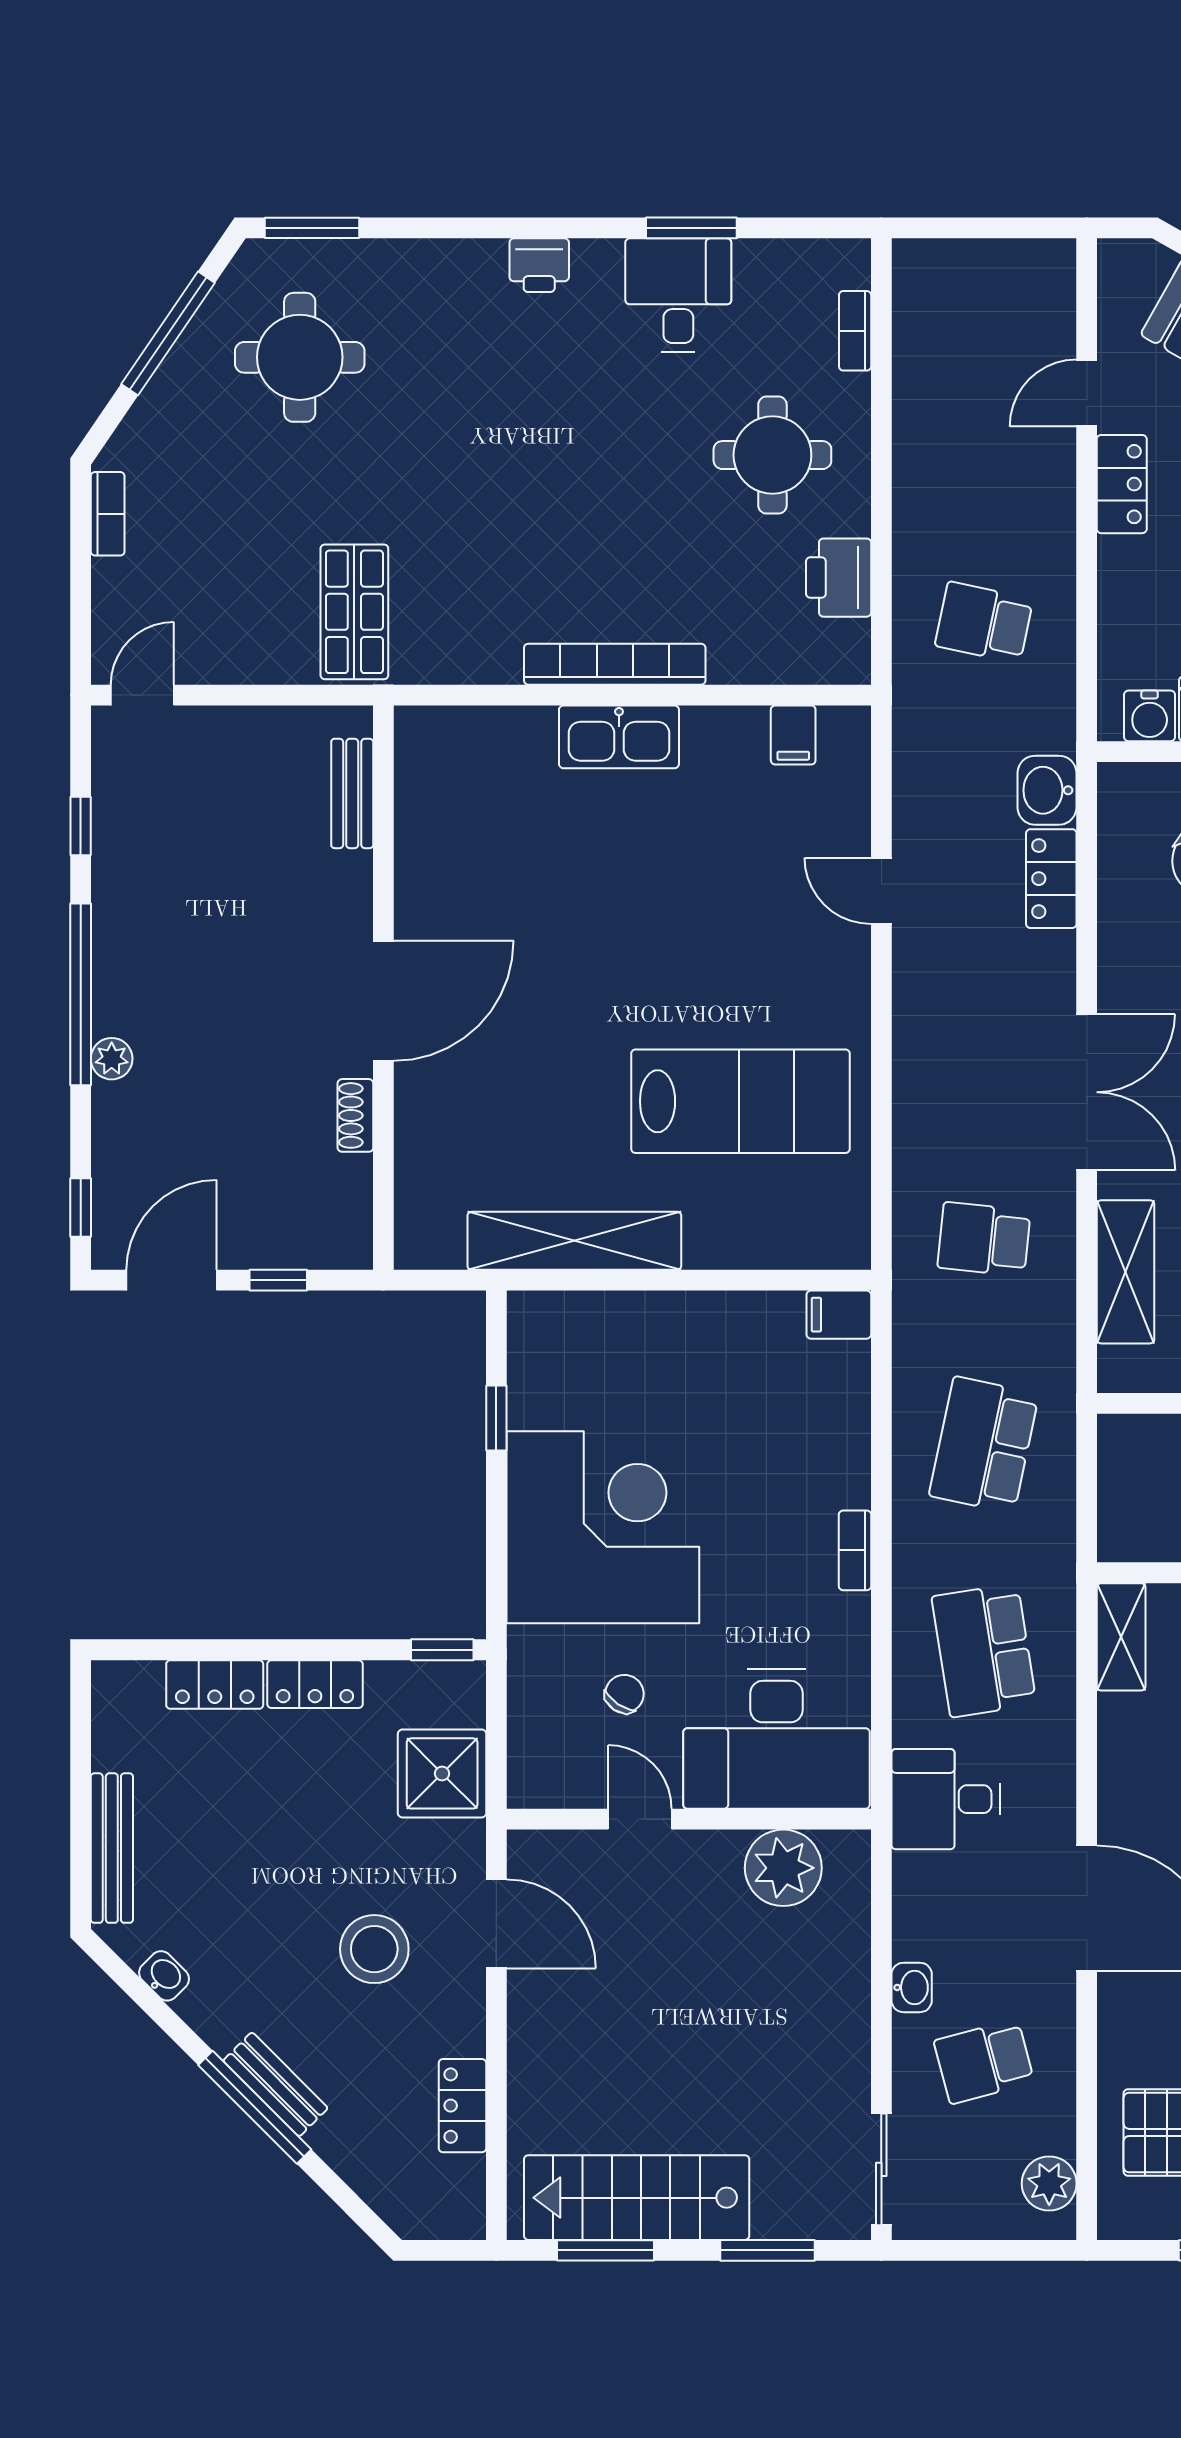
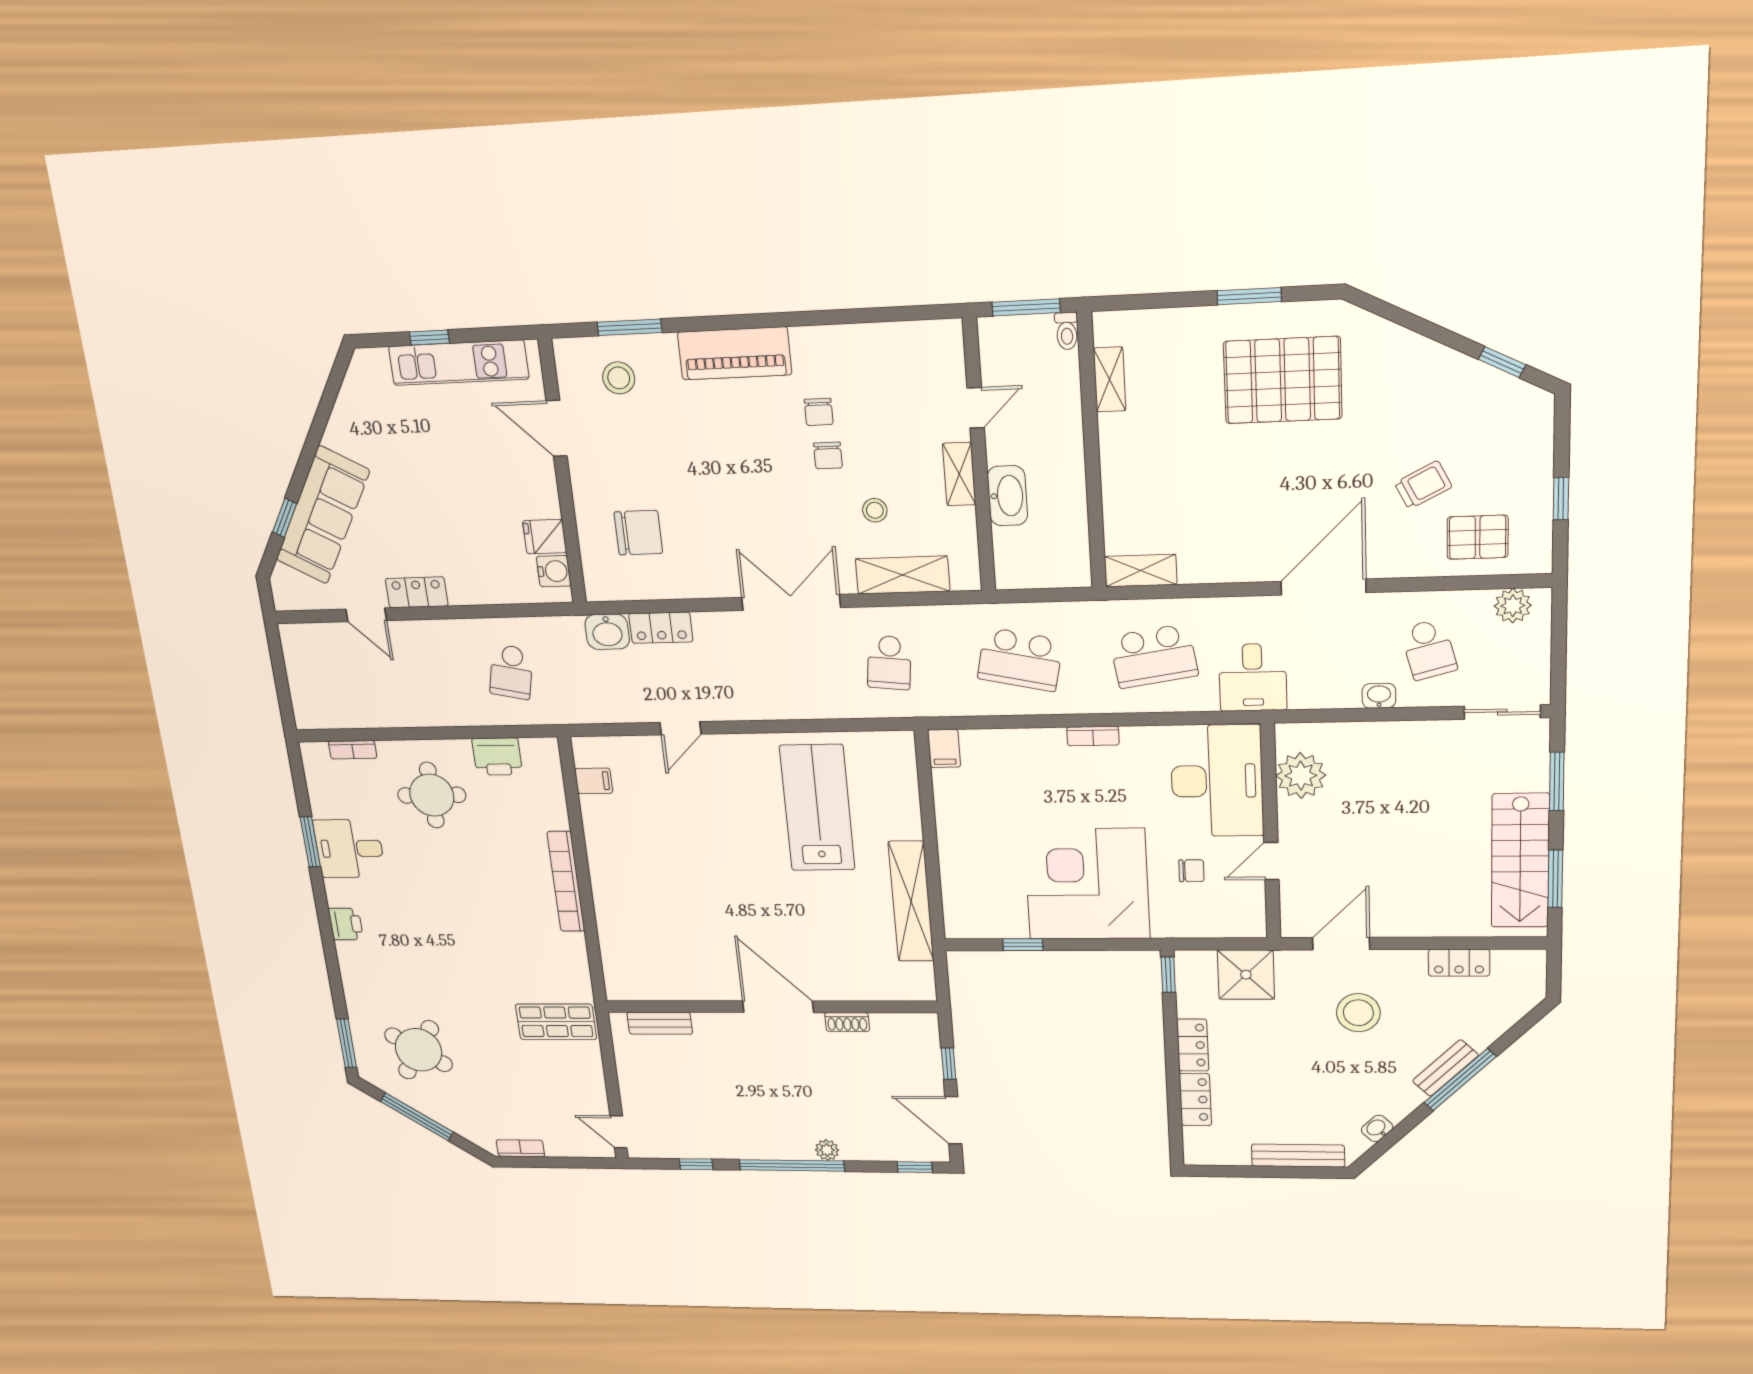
round table: (300, 357) -> (419, 1050), turned 33
kitchen sink: (619, 737) -> (608, 879), removed
chair: (624, 1694) -> (1191, 871), turned 146

